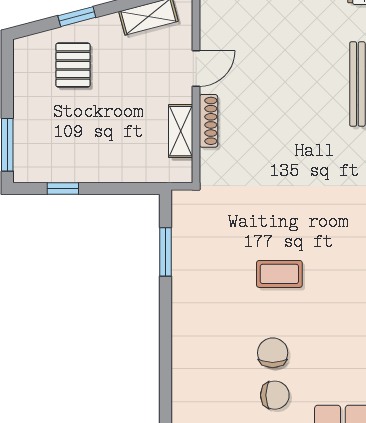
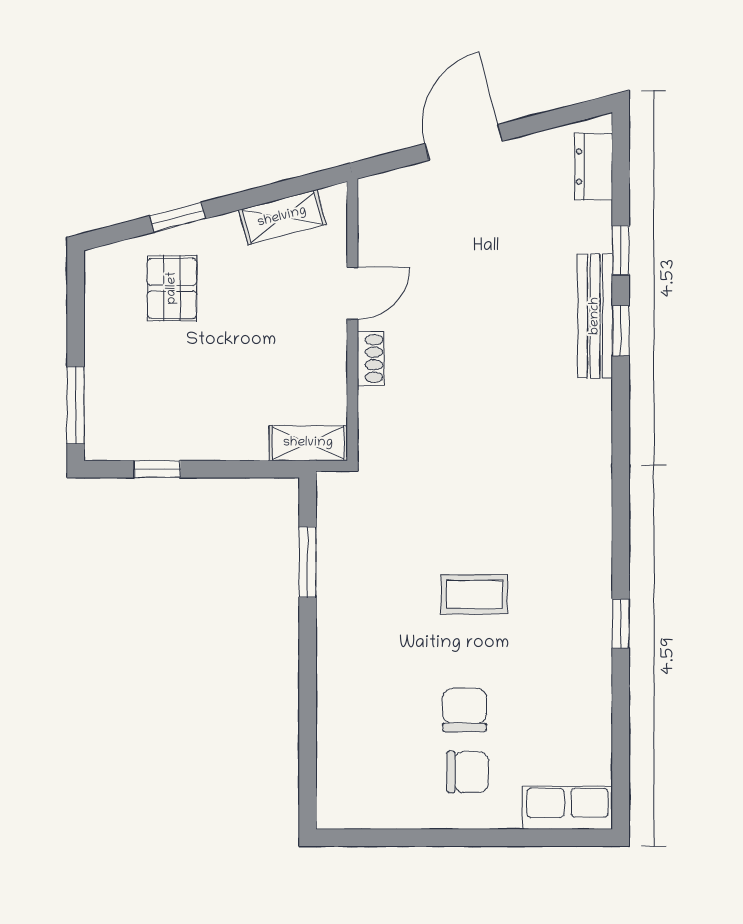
shoe rack: (208, 121) -> (370, 358), width x0.70
shelving: (181, 131) -> (308, 443), moved, turned 90

